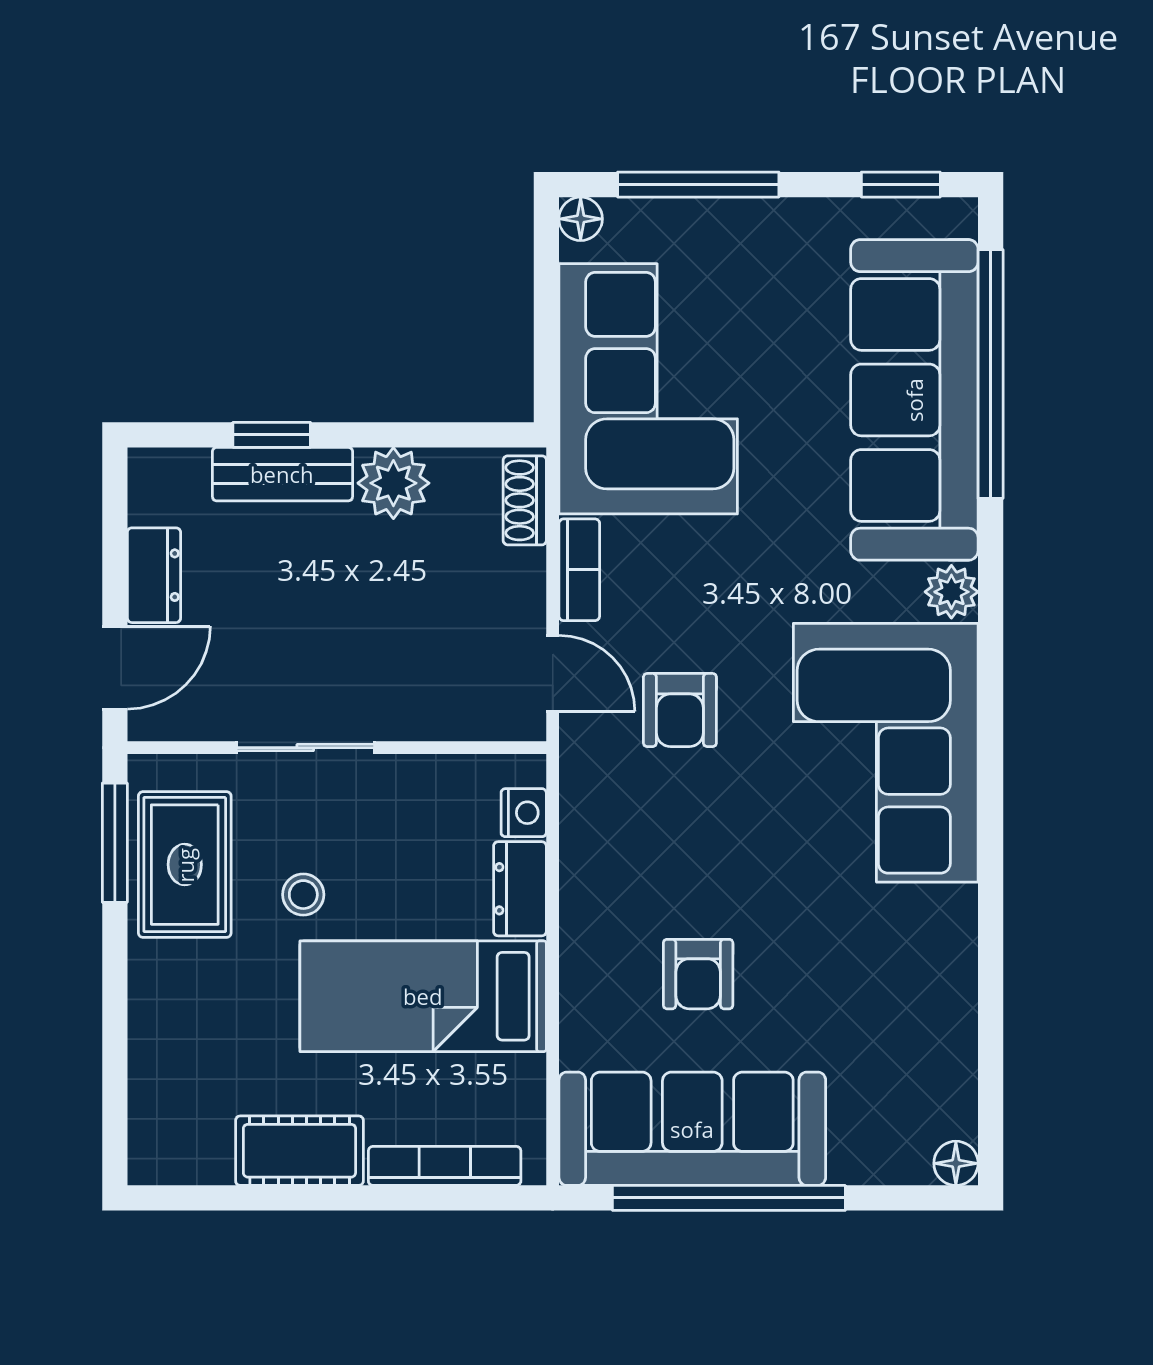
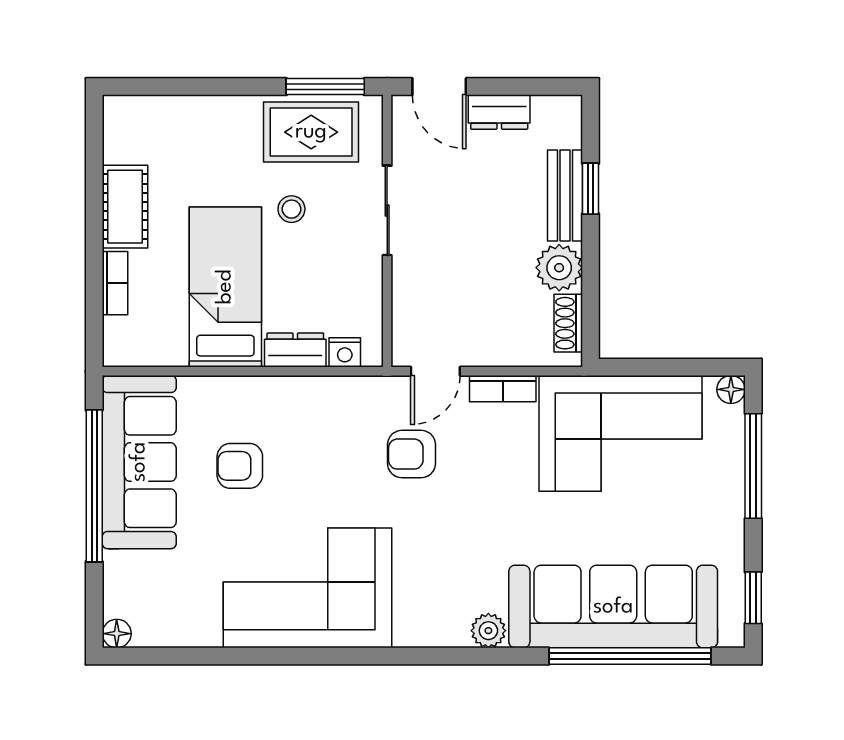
shoe rack: (525, 500) -> (568, 323), moved, turned -90
corner sofa: (886, 753) -> (308, 588), moved
bookcase: (445, 1166) -> (115, 283), width x0.64

